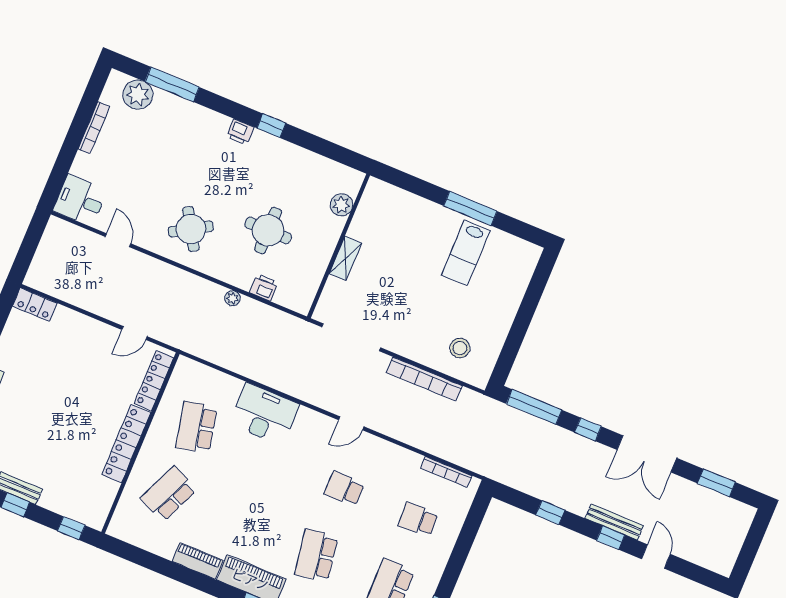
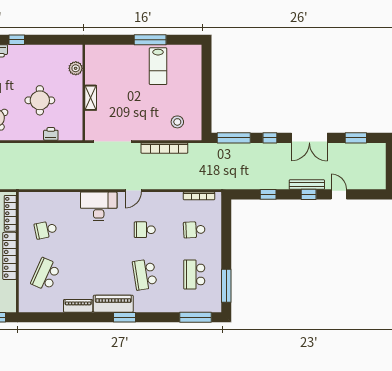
plant: (232, 298) -> (36, 148), removed
desk: (264, 414) -> (99, 206), moved
school desk: (197, 427) -> (46, 230), width x0.54

